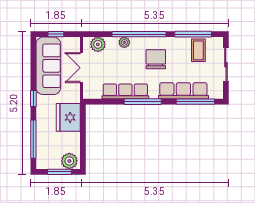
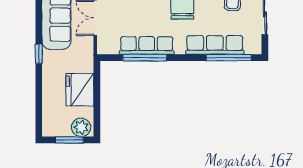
window: (143, 102) -> (145, 58), moved
fridge: (68, 117) -> (80, 90), moved
window: (33, 139) -> (39, 102), removed

